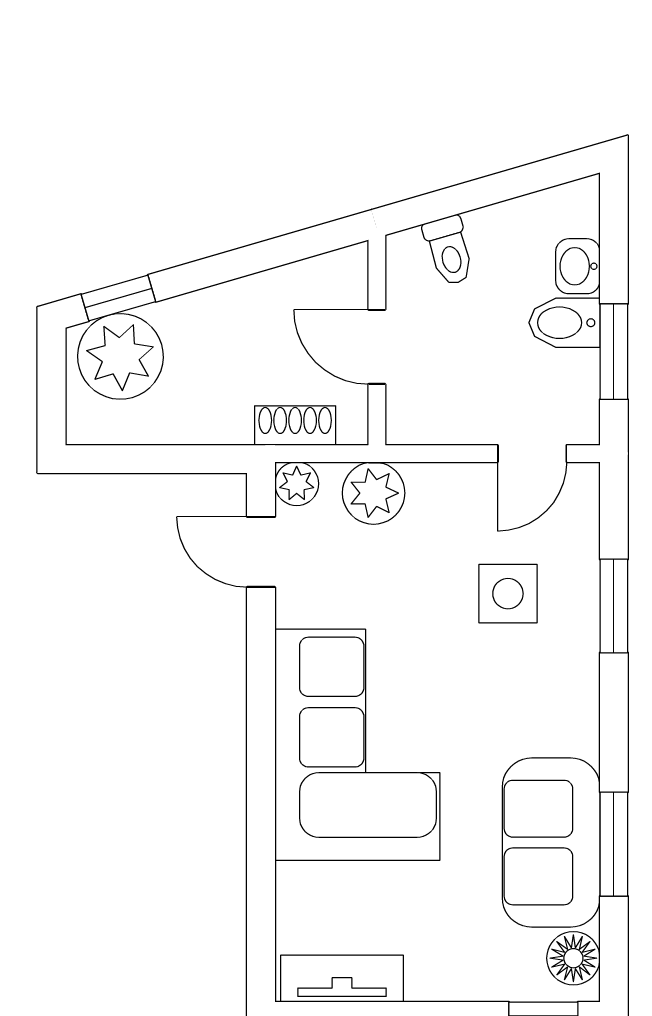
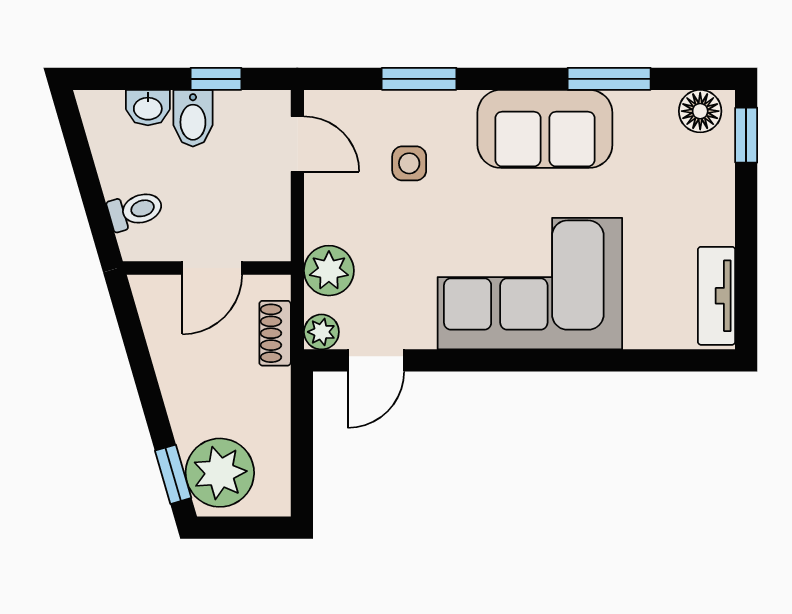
window: (614, 352) -> (216, 79), width x0.67
side table: (508, 594) -> (409, 163), width x0.73, depth x0.73
sofa: (551, 843) -> (545, 129), moved

